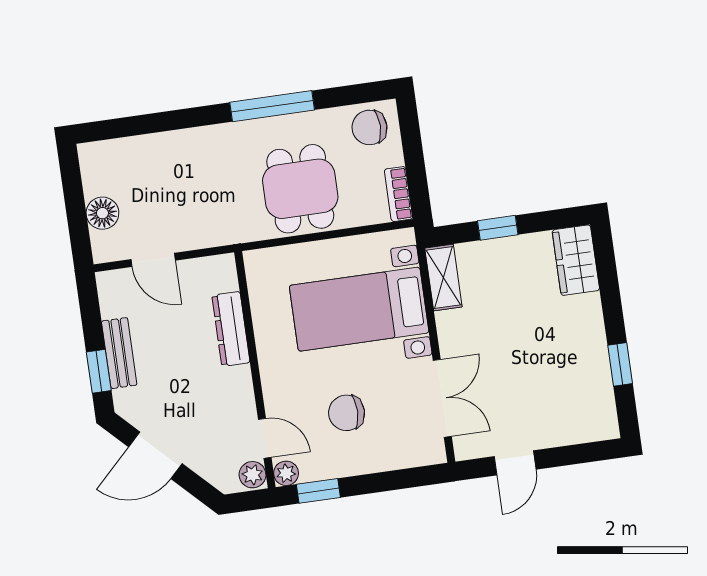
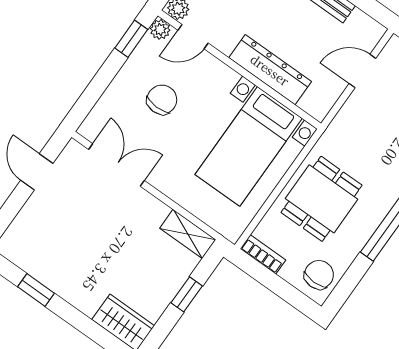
dining table: (300, 189) -> (322, 199), turned 90
bed with nightstands: (359, 309) -> (249, 146), moved, turned 180
dresser: (231, 329) -> (270, 70), width x1.37, depth x1.24
double door: (442, 398) -> (116, 165), swing flipped

